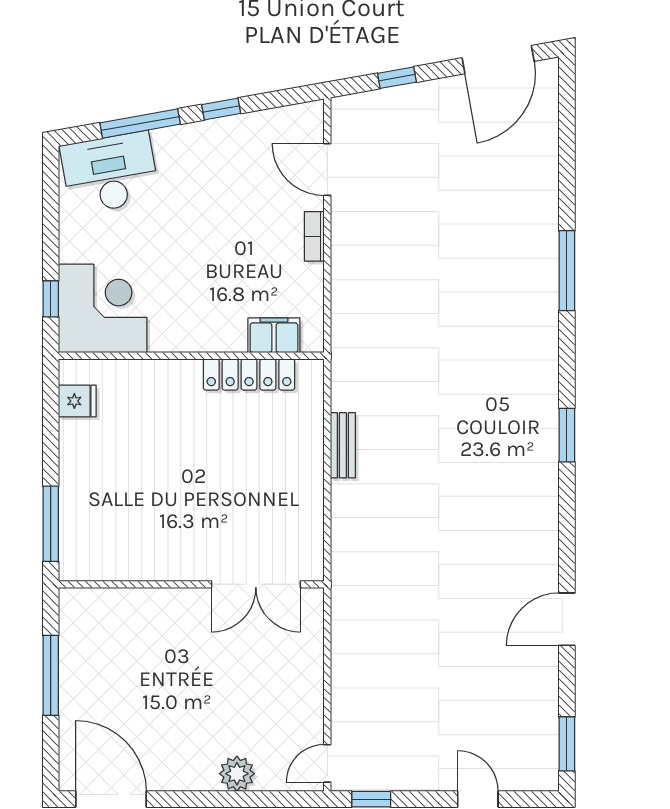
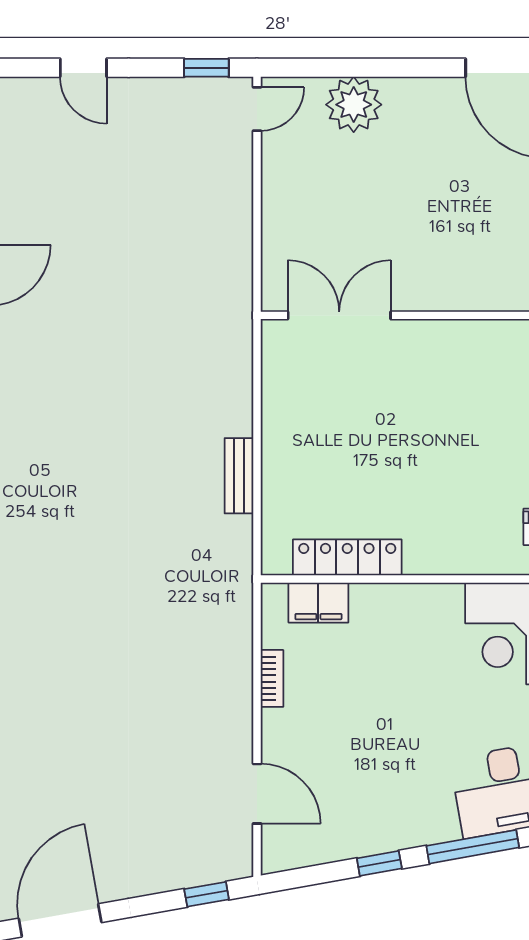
window: (397, 78) -> (207, 894), moved
bookcase: (314, 236) -> (272, 678), moved
plant: (237, 774) -> (354, 105), width x1.36, depth x1.36

